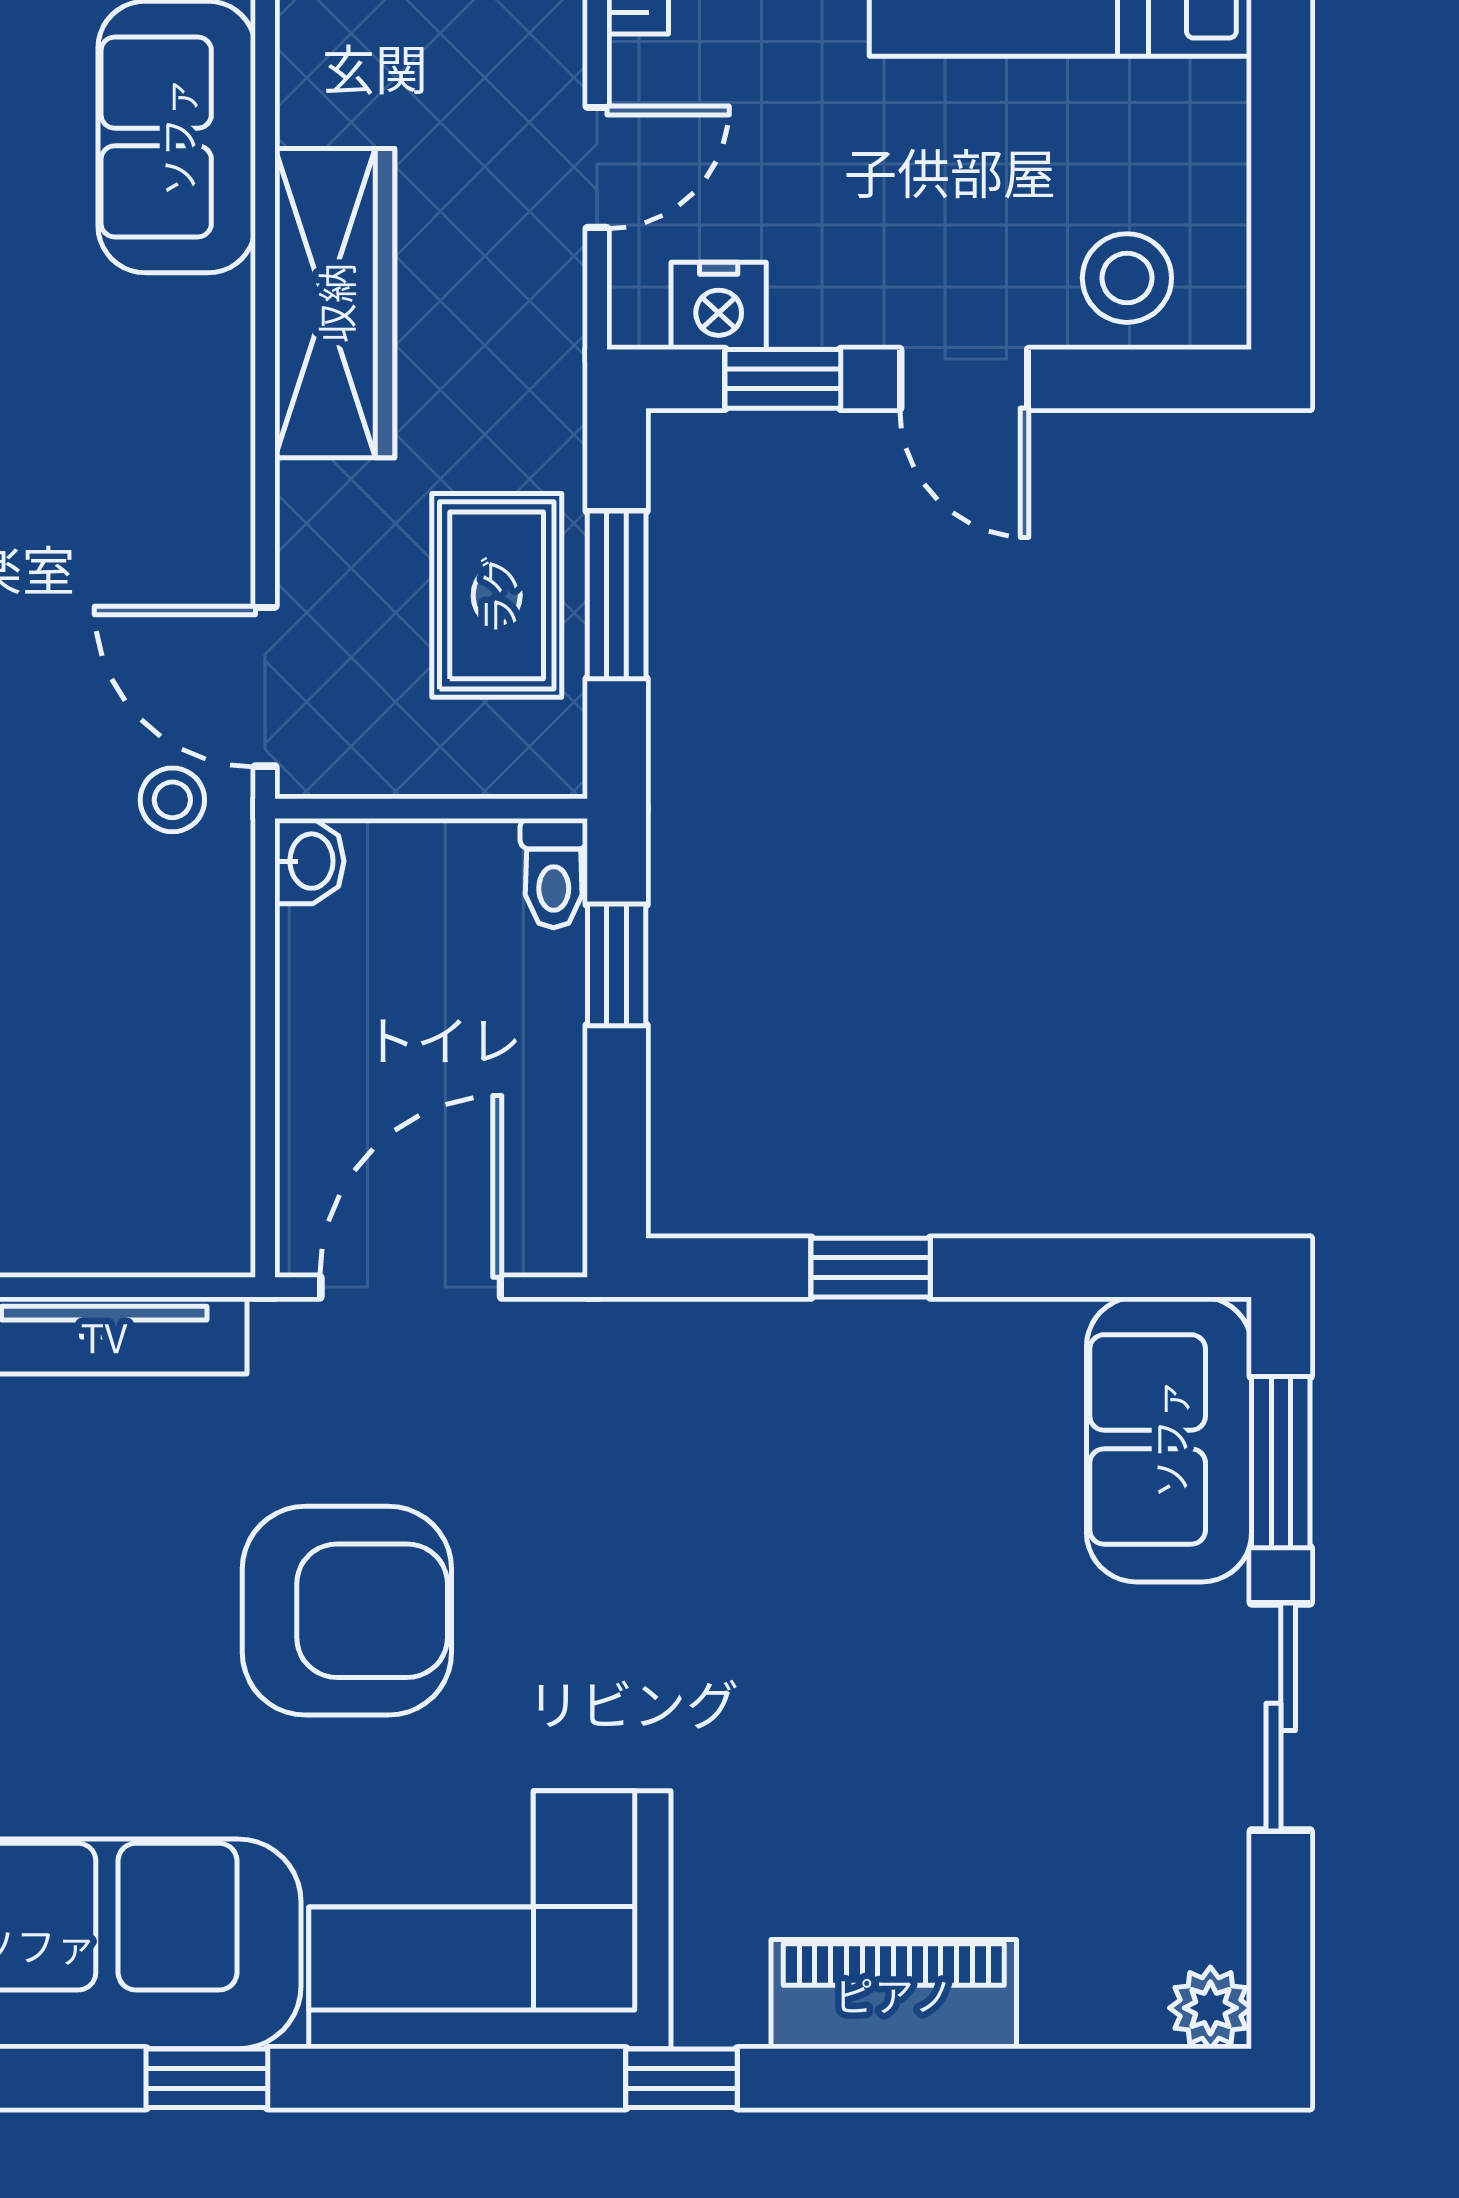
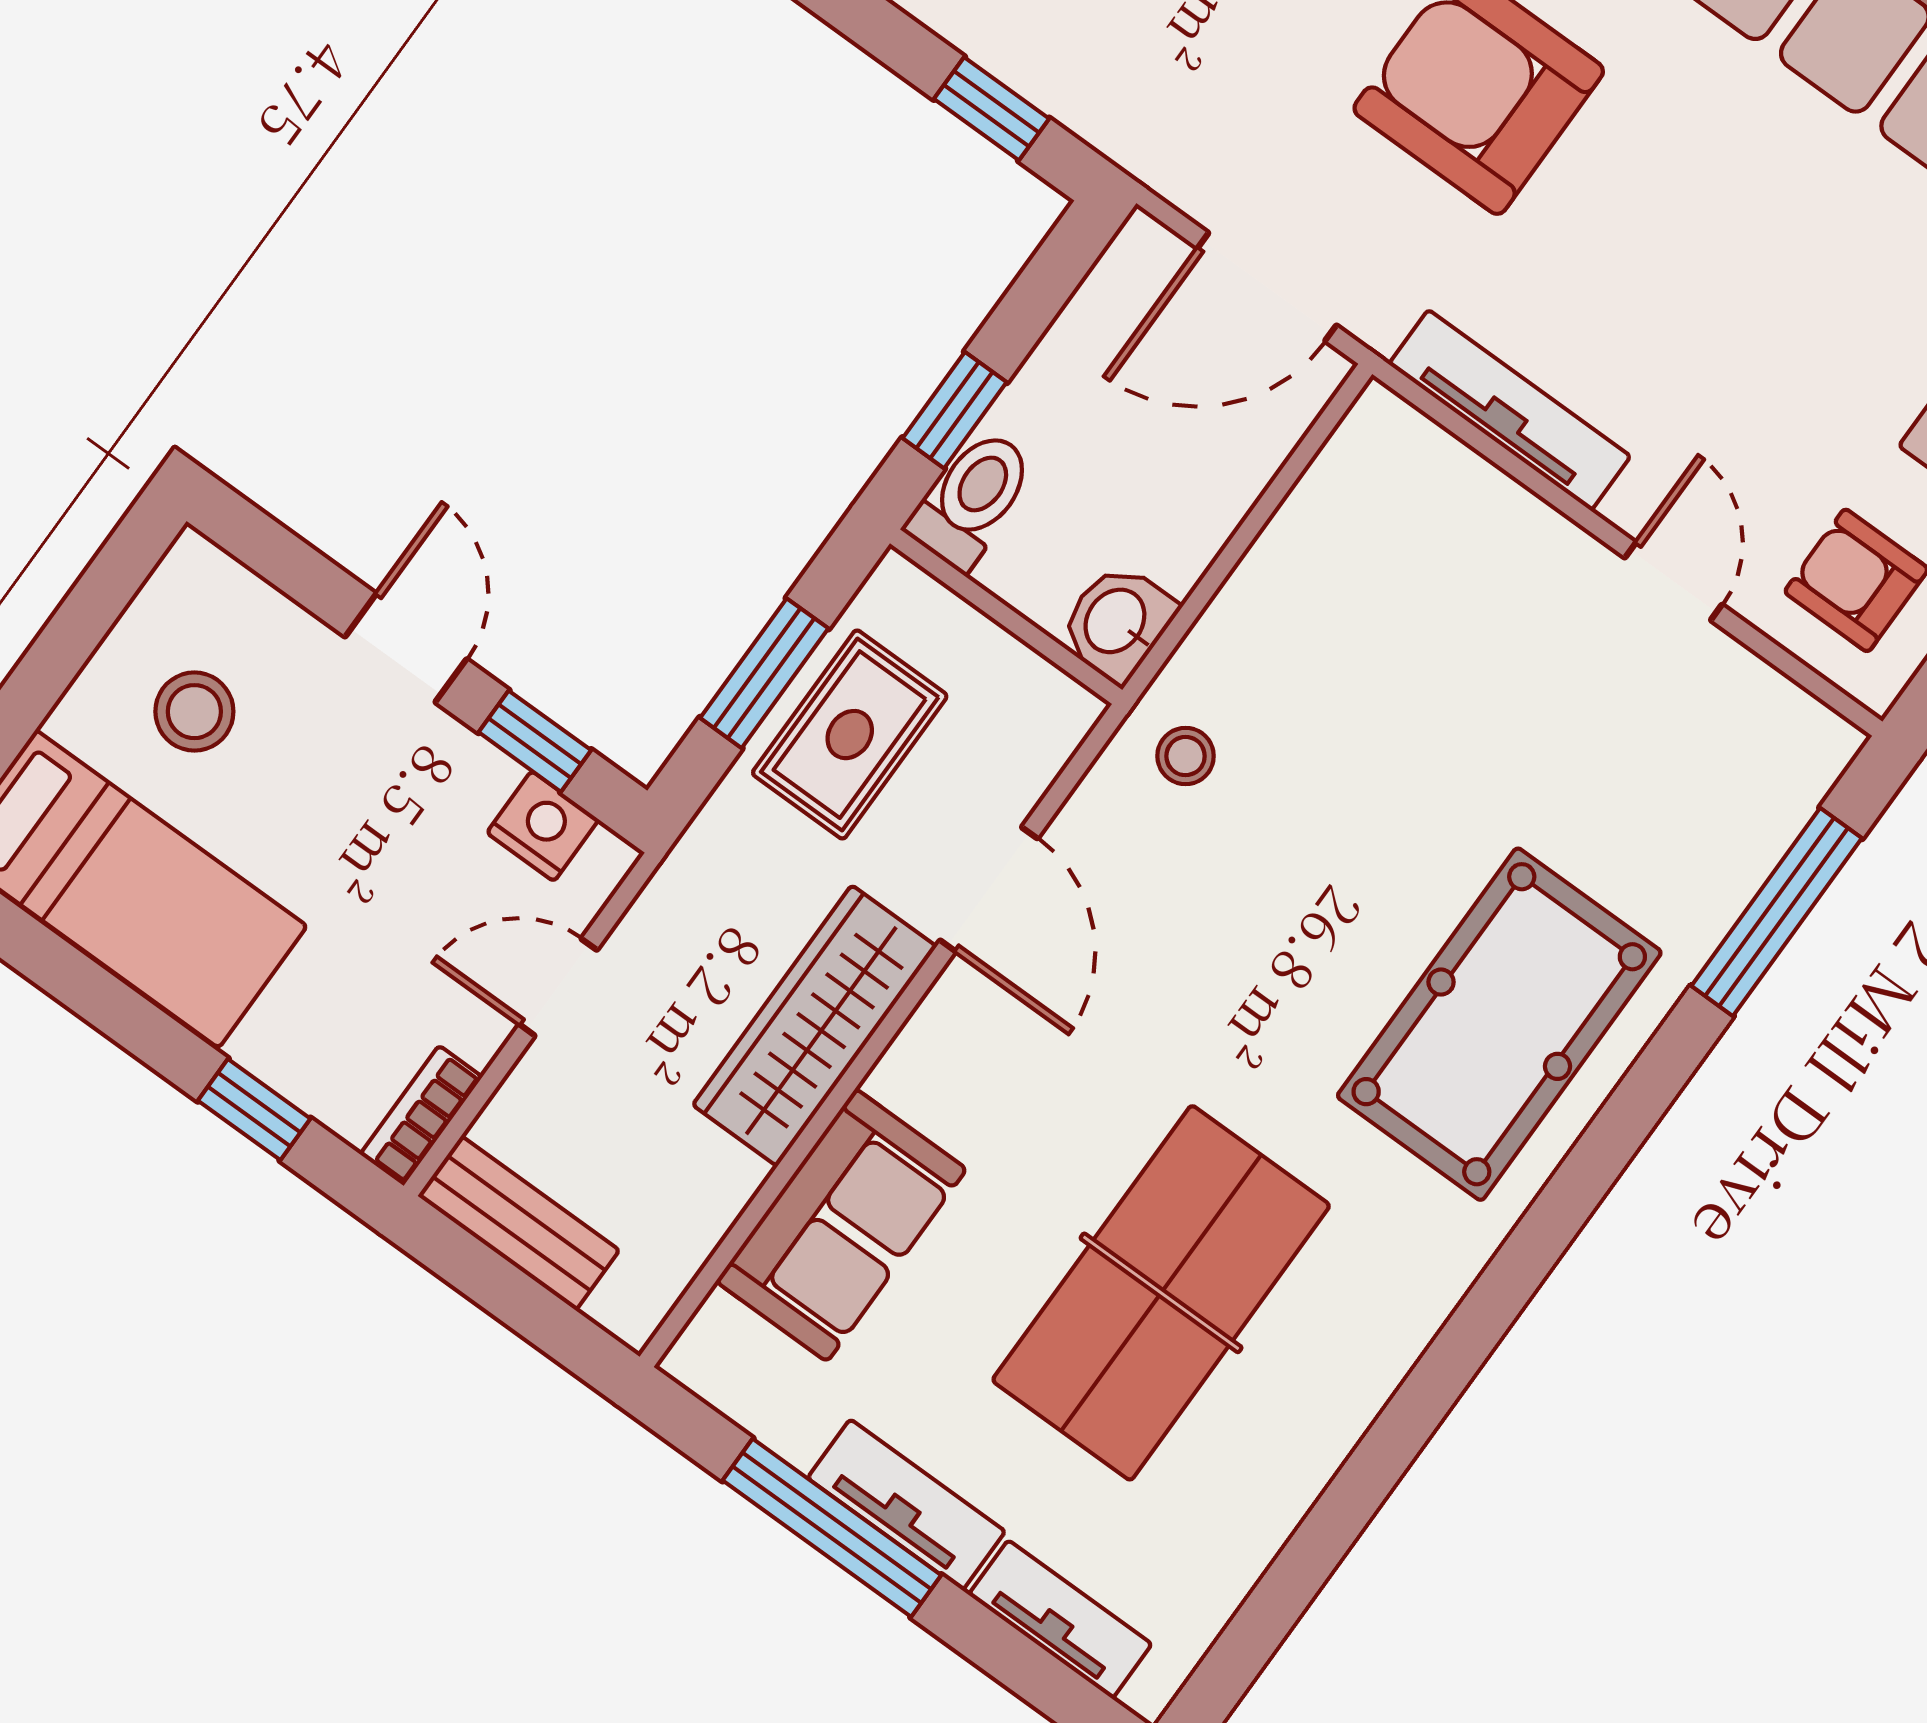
stool: (1127, 278) -> (194, 712), moved
door: (265, 687) -> (989, 889), moved
washbasin: (309, 861) -> (1117, 622), width x1.38, depth x1.45
toilet: (554, 873) -> (972, 499), width x1.37, depth x1.39
window: (871, 1268) -> (992, 109), moved

